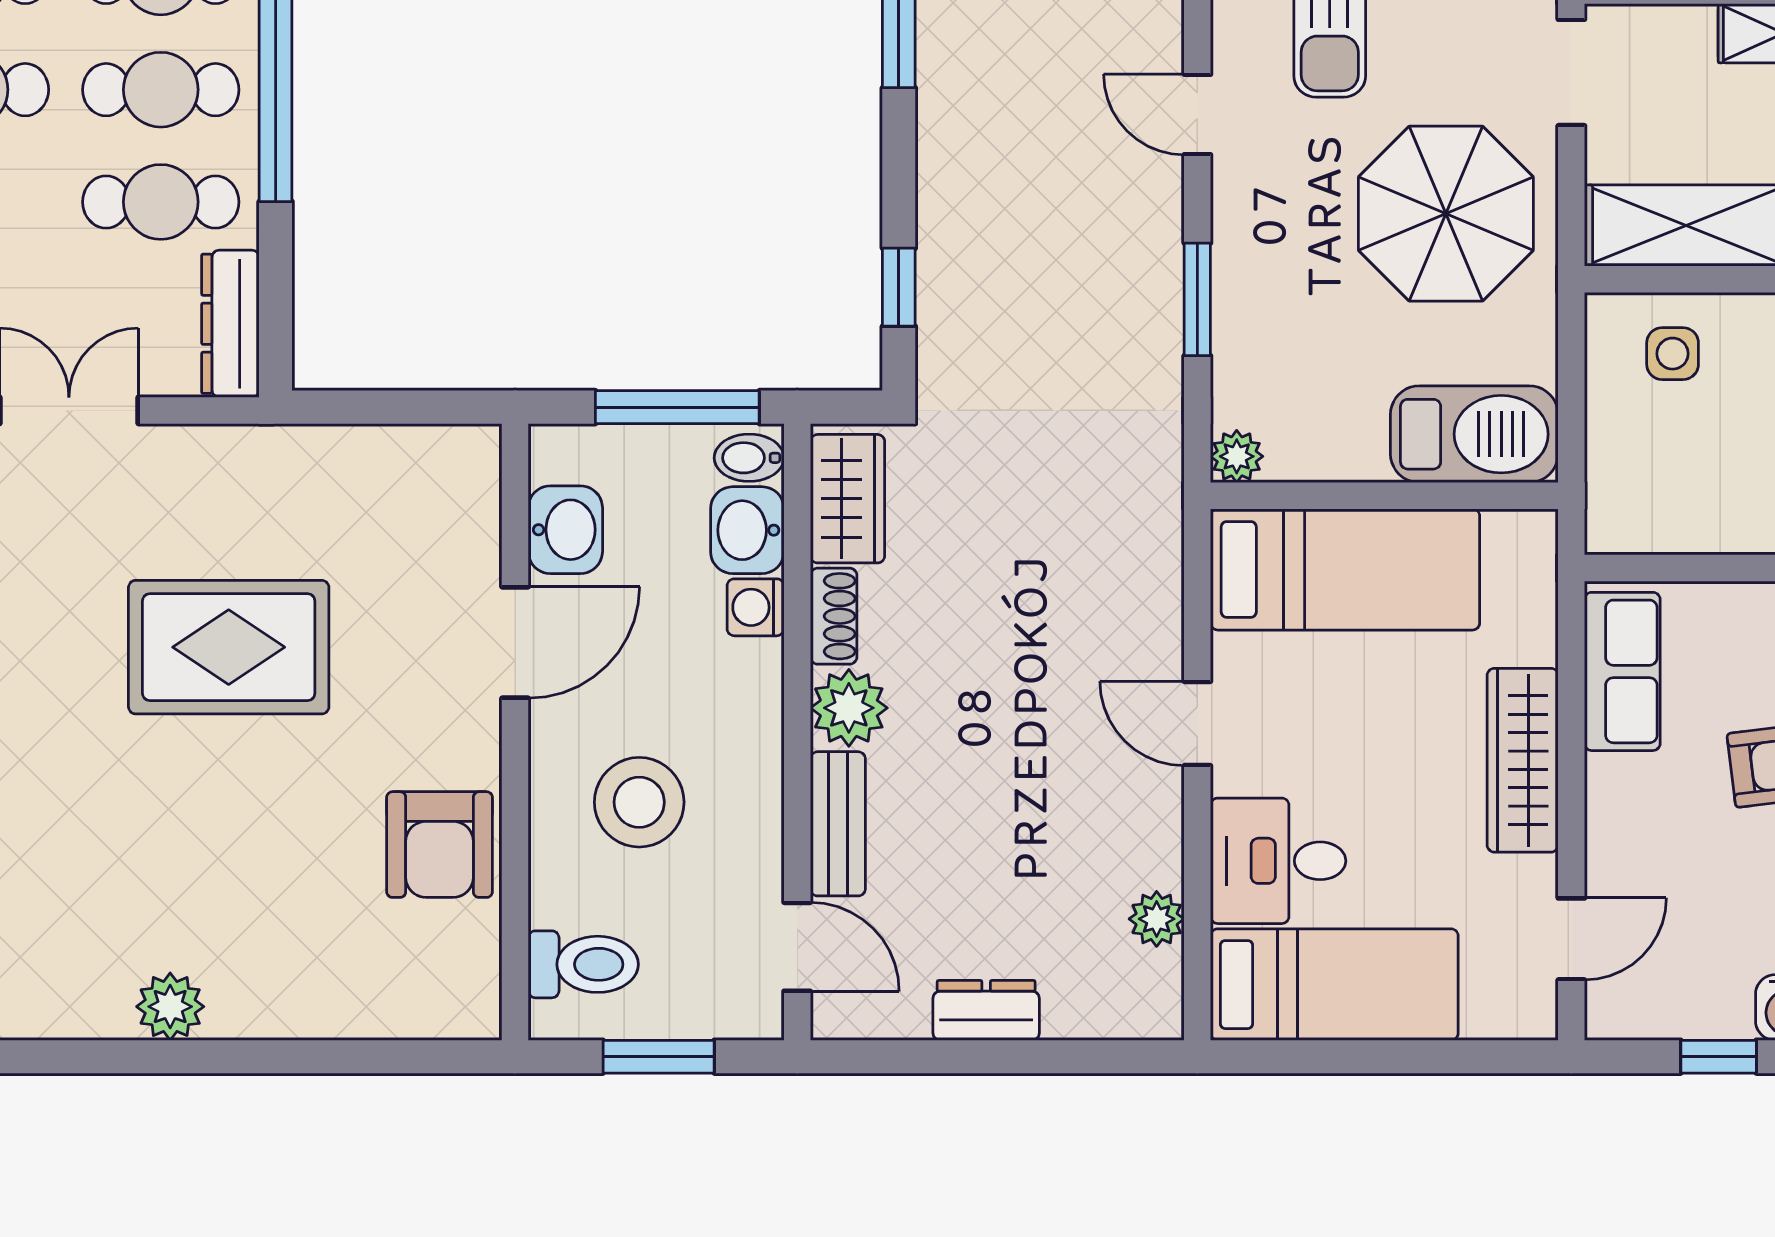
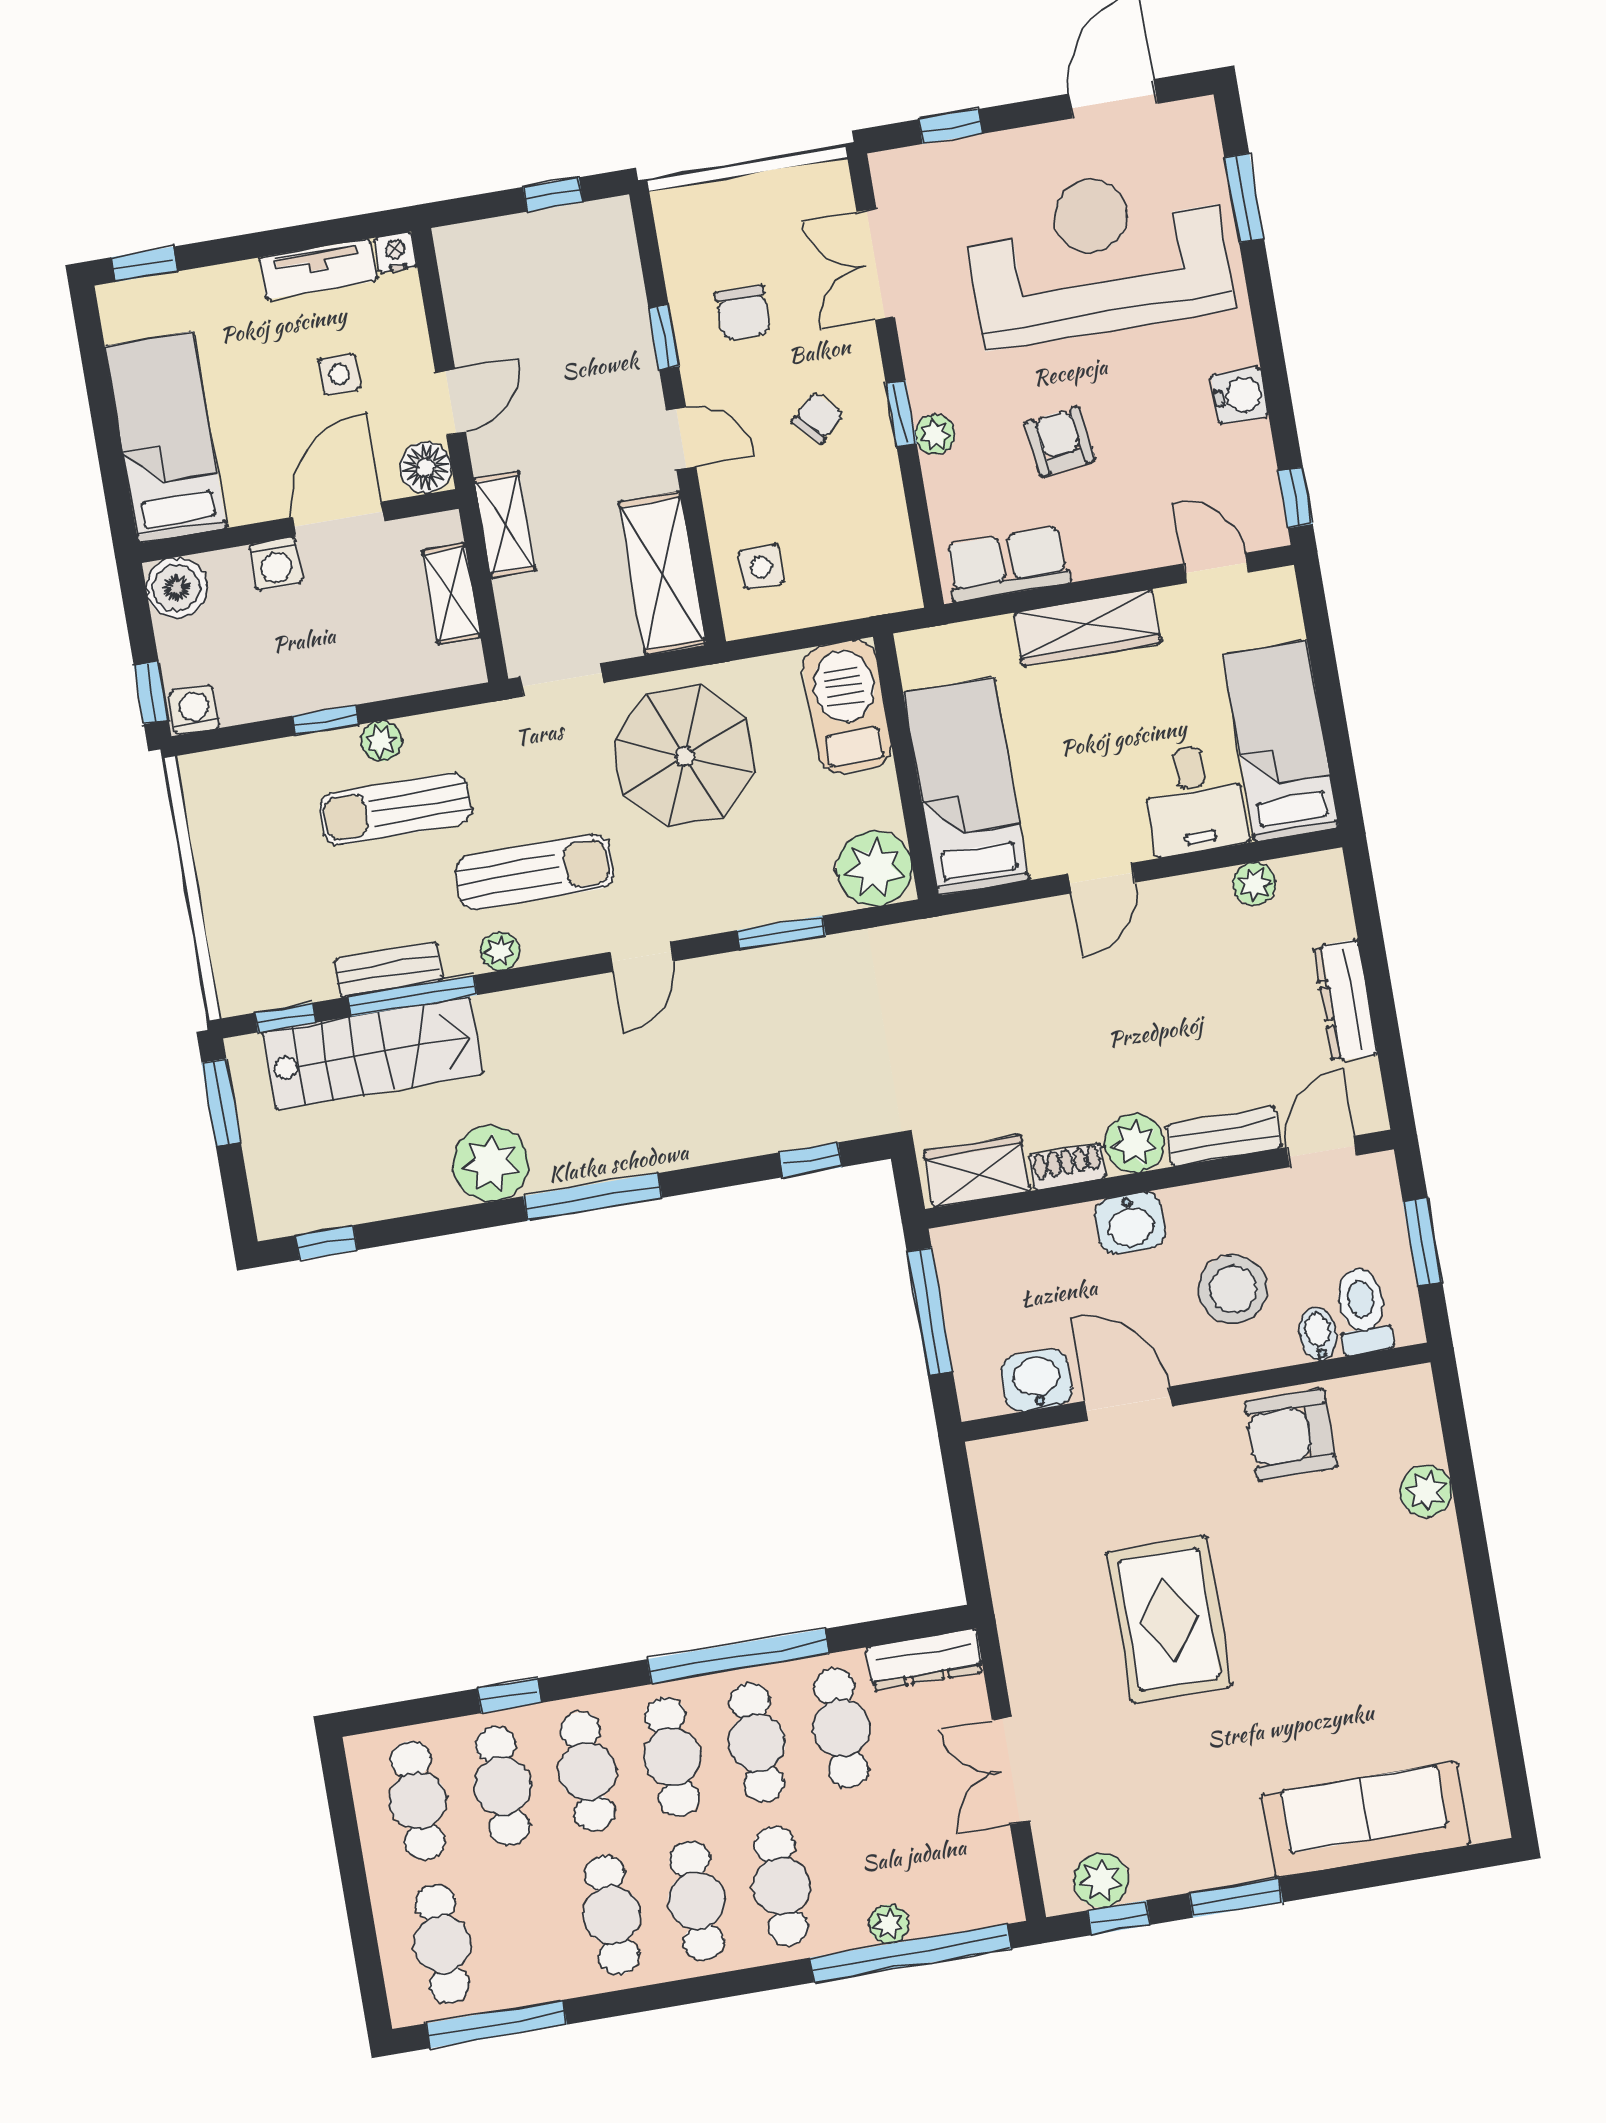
plant: (1237, 456) -> (874, 869), width x1.87, depth x1.87
bidet: (749, 458) -> (1318, 1334), moved, turned 180
washbasin: (747, 530) -> (1130, 1223), moved
washing machine: (756, 607) -> (1071, 1227), removed
armchair: (440, 845) -> (1291, 1435), turned 180
plant: (170, 1007) -> (1426, 1491), moved
dresser: (986, 1010) -> (1345, 1001), width x1.44
window: (1719, 1057) -> (1295, 497), moved

